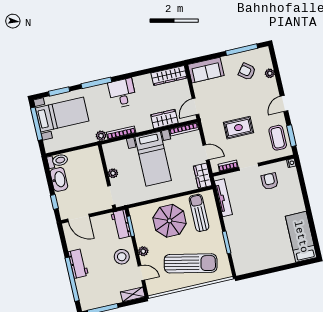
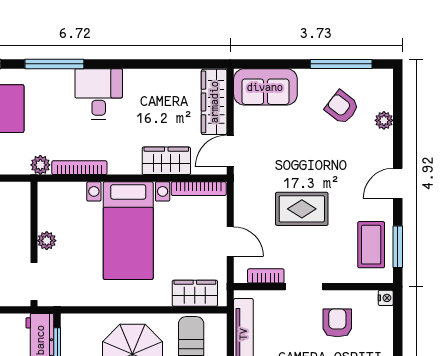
wardrobe: (169, 75) -> (214, 102), moved, turned 90
wardrobe: (203, 176) -> (195, 293), moved, turned 90

